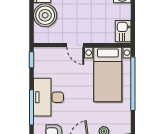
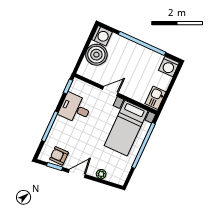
door: (75, 45) -> (110, 91), swing flipped
desk: (48, 97) -> (75, 108), moved, width x0.73

